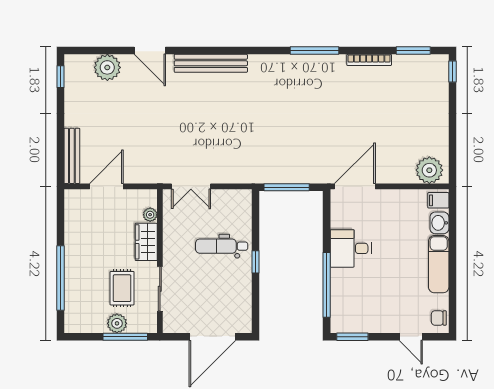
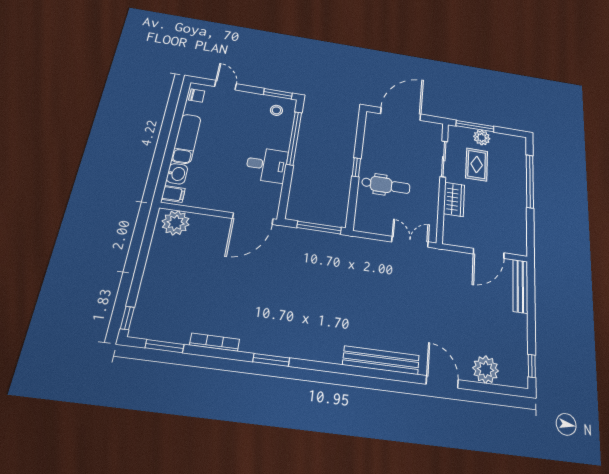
window: (315, 51) -> (271, 360), width x0.69
plant: (150, 215) -> (449, 222), removed
stool: (351, 316) -> (276, 110), added

